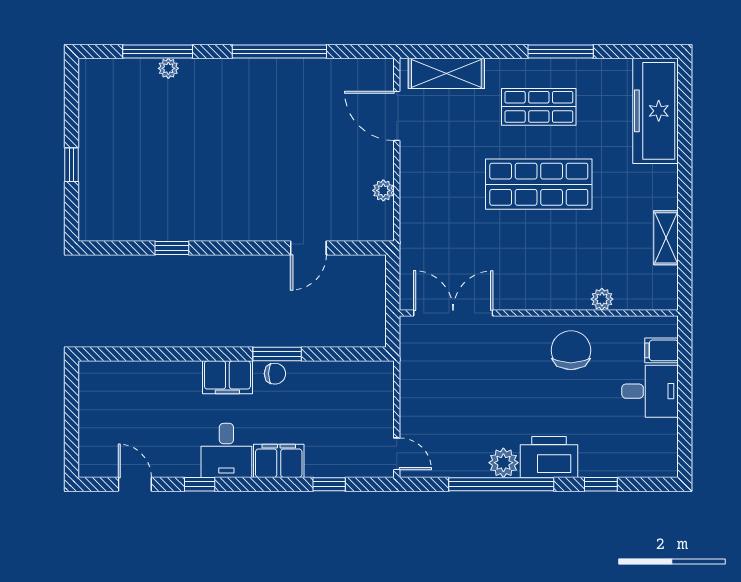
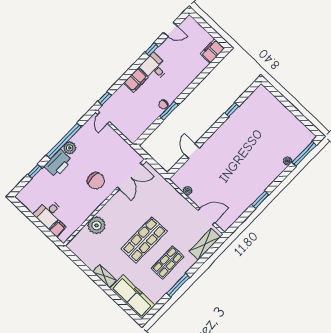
window: (158, 51) -> (304, 154), moved
window: (279, 51) -> (260, 200), width x0.47
window: (72, 165) -> (286, 103), removed
shelving: (666, 238) -> (104, 276), moved
plant: (602, 299) -> (97, 225), width x1.88, depth x1.88
chair: (571, 350) -> (96, 181), moved
filing cabinet: (227, 377) -> (212, 51), moved
door: (397, 454) -> (104, 118), hinge flipped
window: (329, 484) -> (105, 98), moved

